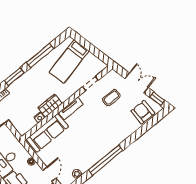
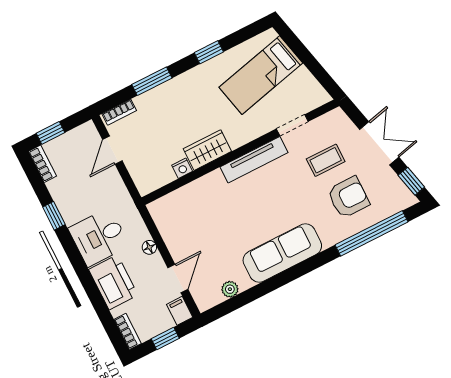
window: (40, 56) -> (209, 52), width x0.46
tv unit: (71, 109) -> (254, 160), width x1.41
armchair: (143, 112) -> (348, 197), moved, turned 90
sofa: (47, 133) -> (282, 253), moved, turned 180
window: (106, 160) -> (372, 233), moved

